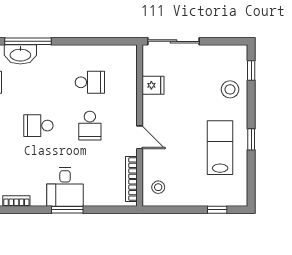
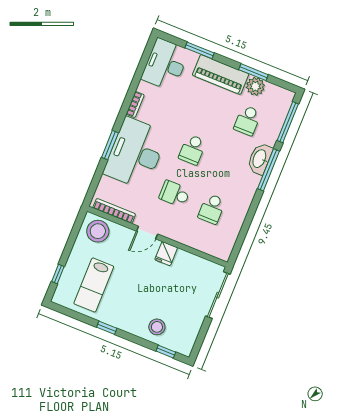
fridge: (153, 85) -> (166, 254), moved
school desk: (38, 126) -> (192, 150), turned 180
lab bench: (220, 148) -> (94, 285), moved, turned 90
desk: (65, 187) -> (135, 153), width x1.87, depth x1.30
stool: (158, 187) -> (98, 231), width x1.89, depth x1.89

